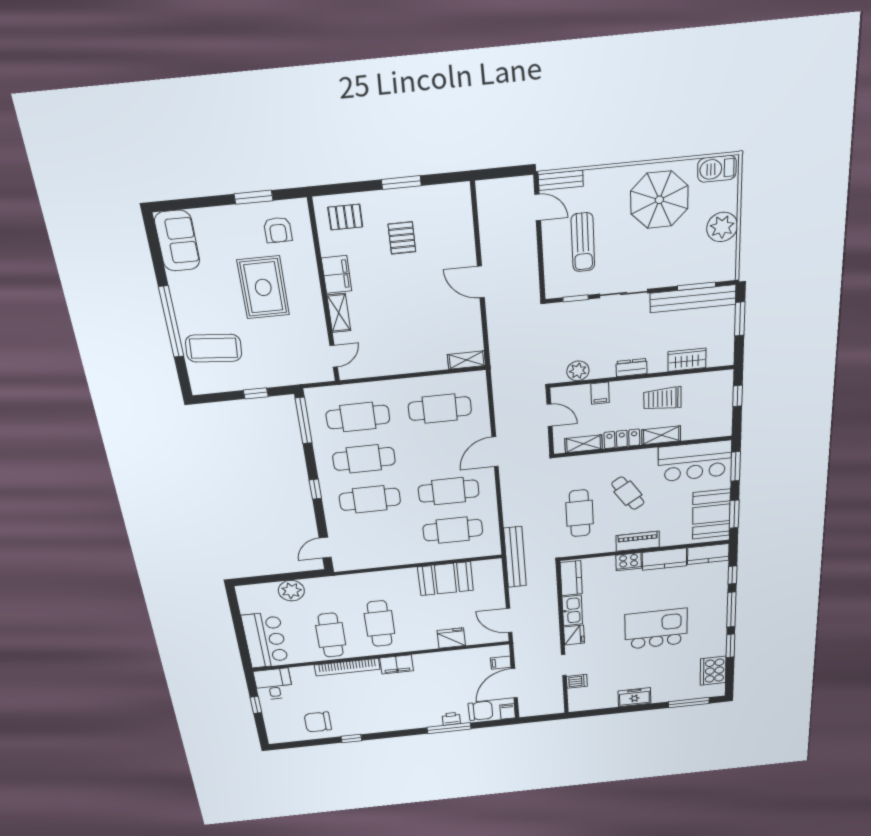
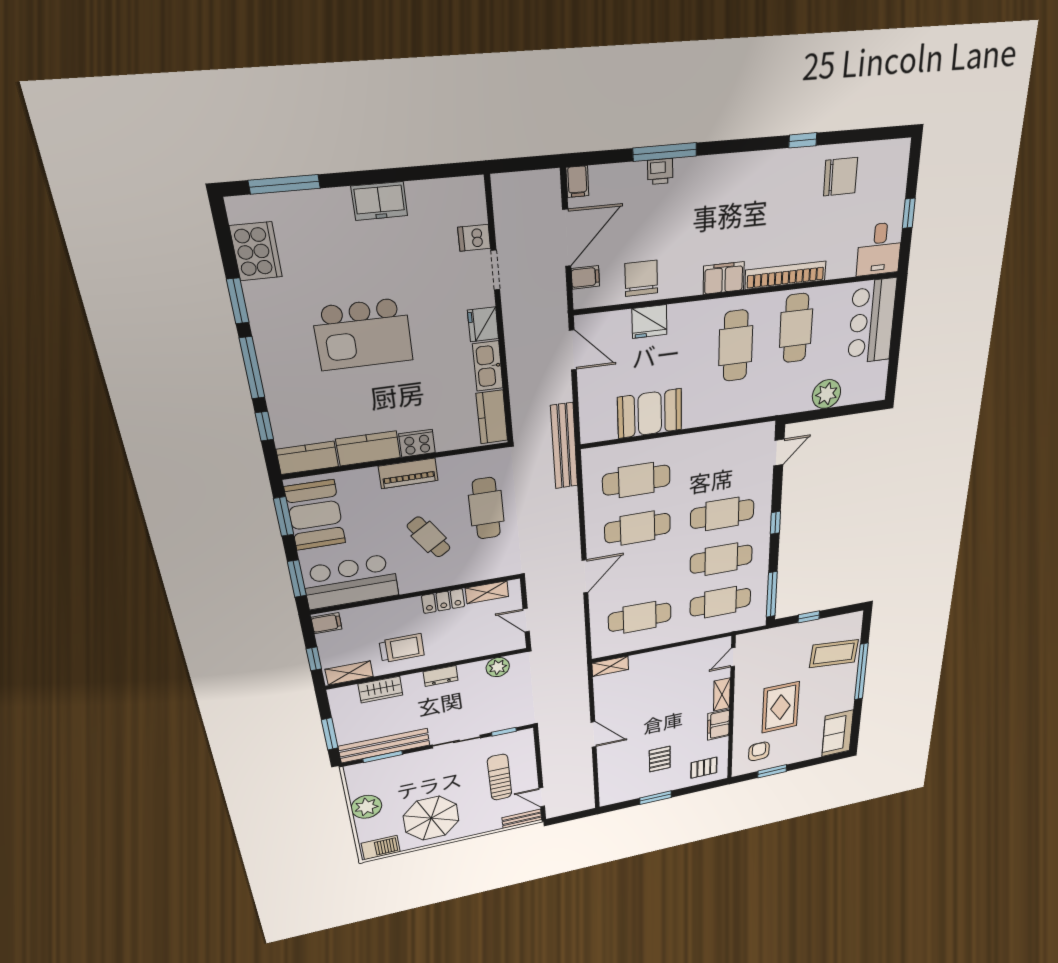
filing cabinet: (600, 393) -> (326, 623), moved, turned 90
shelving: (661, 435) -> (349, 673), moved
chair: (481, 711) -> (641, 278), moved, turned 90

